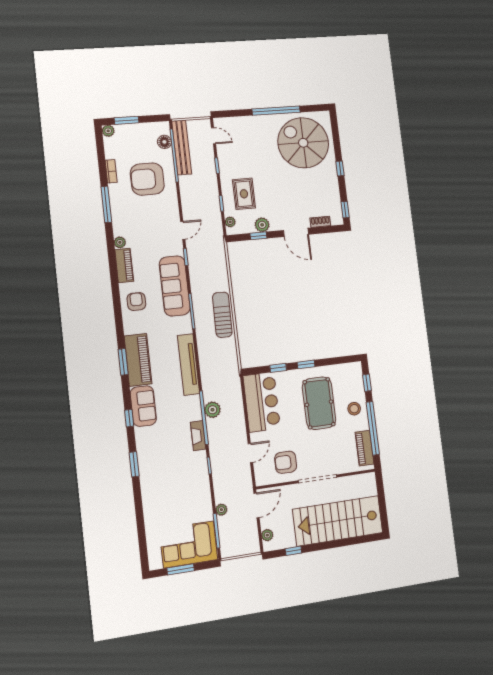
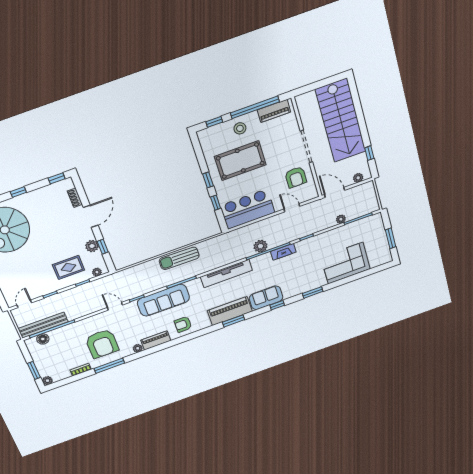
armchair: (147, 179) -> (102, 344), moved
corner sofa: (189, 544) -> (346, 263), moved, turned 90

